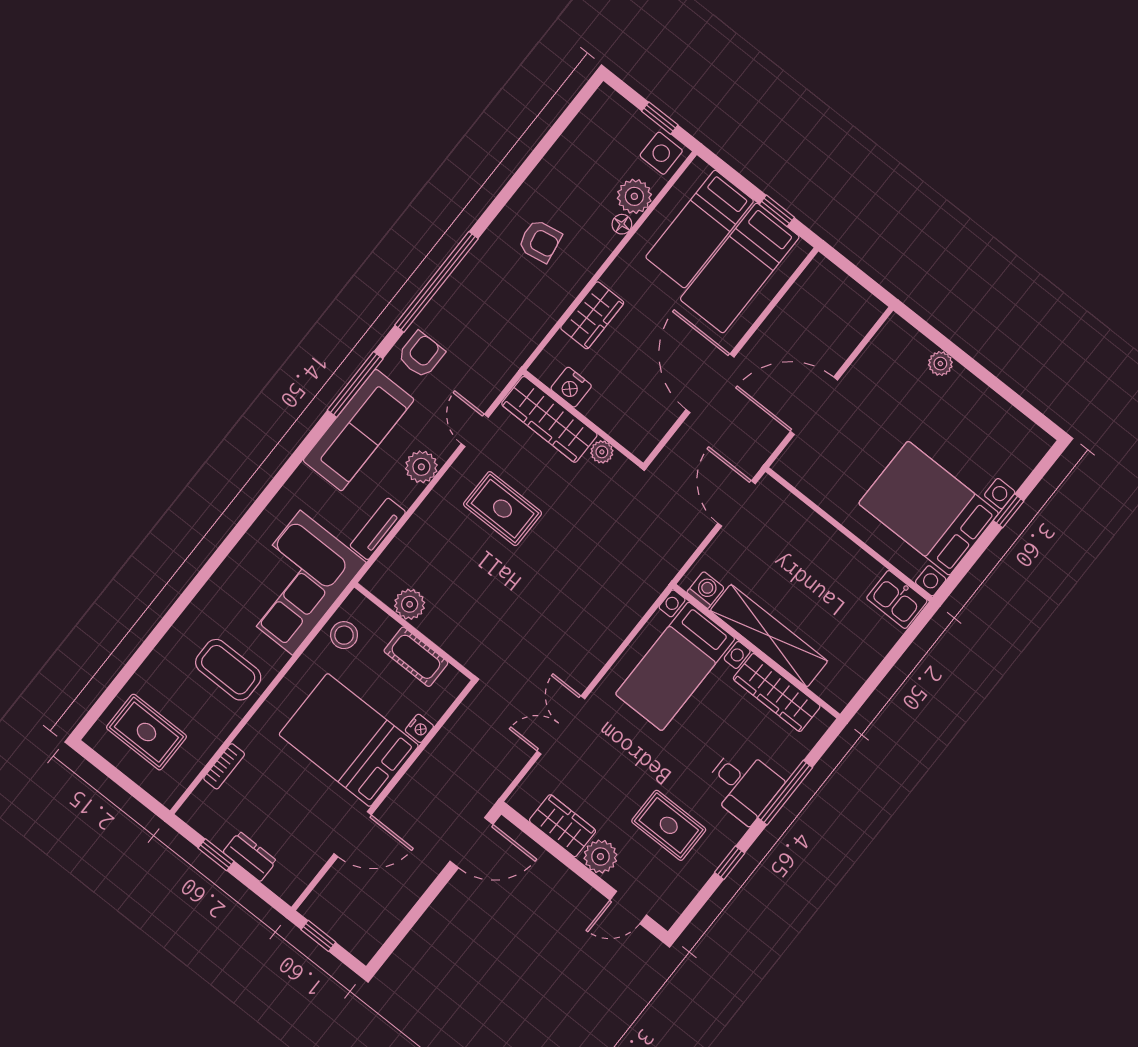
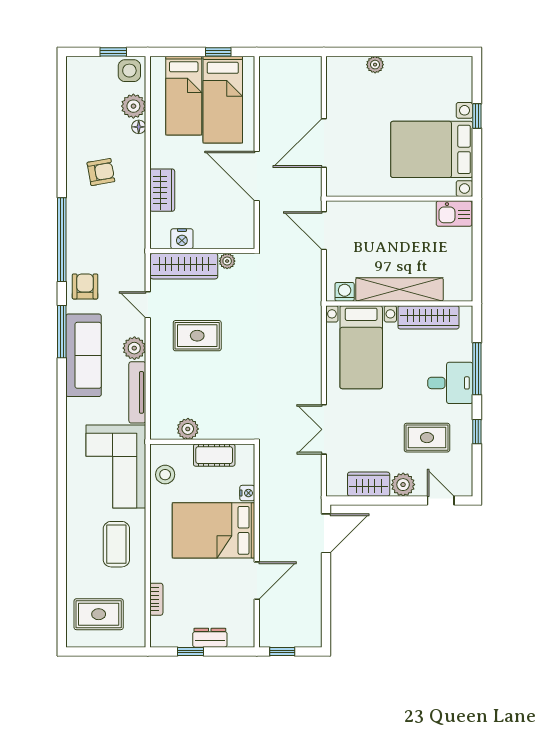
tv unit: (378, 529) -> (137, 392), width x1.41
coffee table: (228, 670) -> (116, 544), turned 90
door: (628, 907) -> (441, 501), swing flipped

